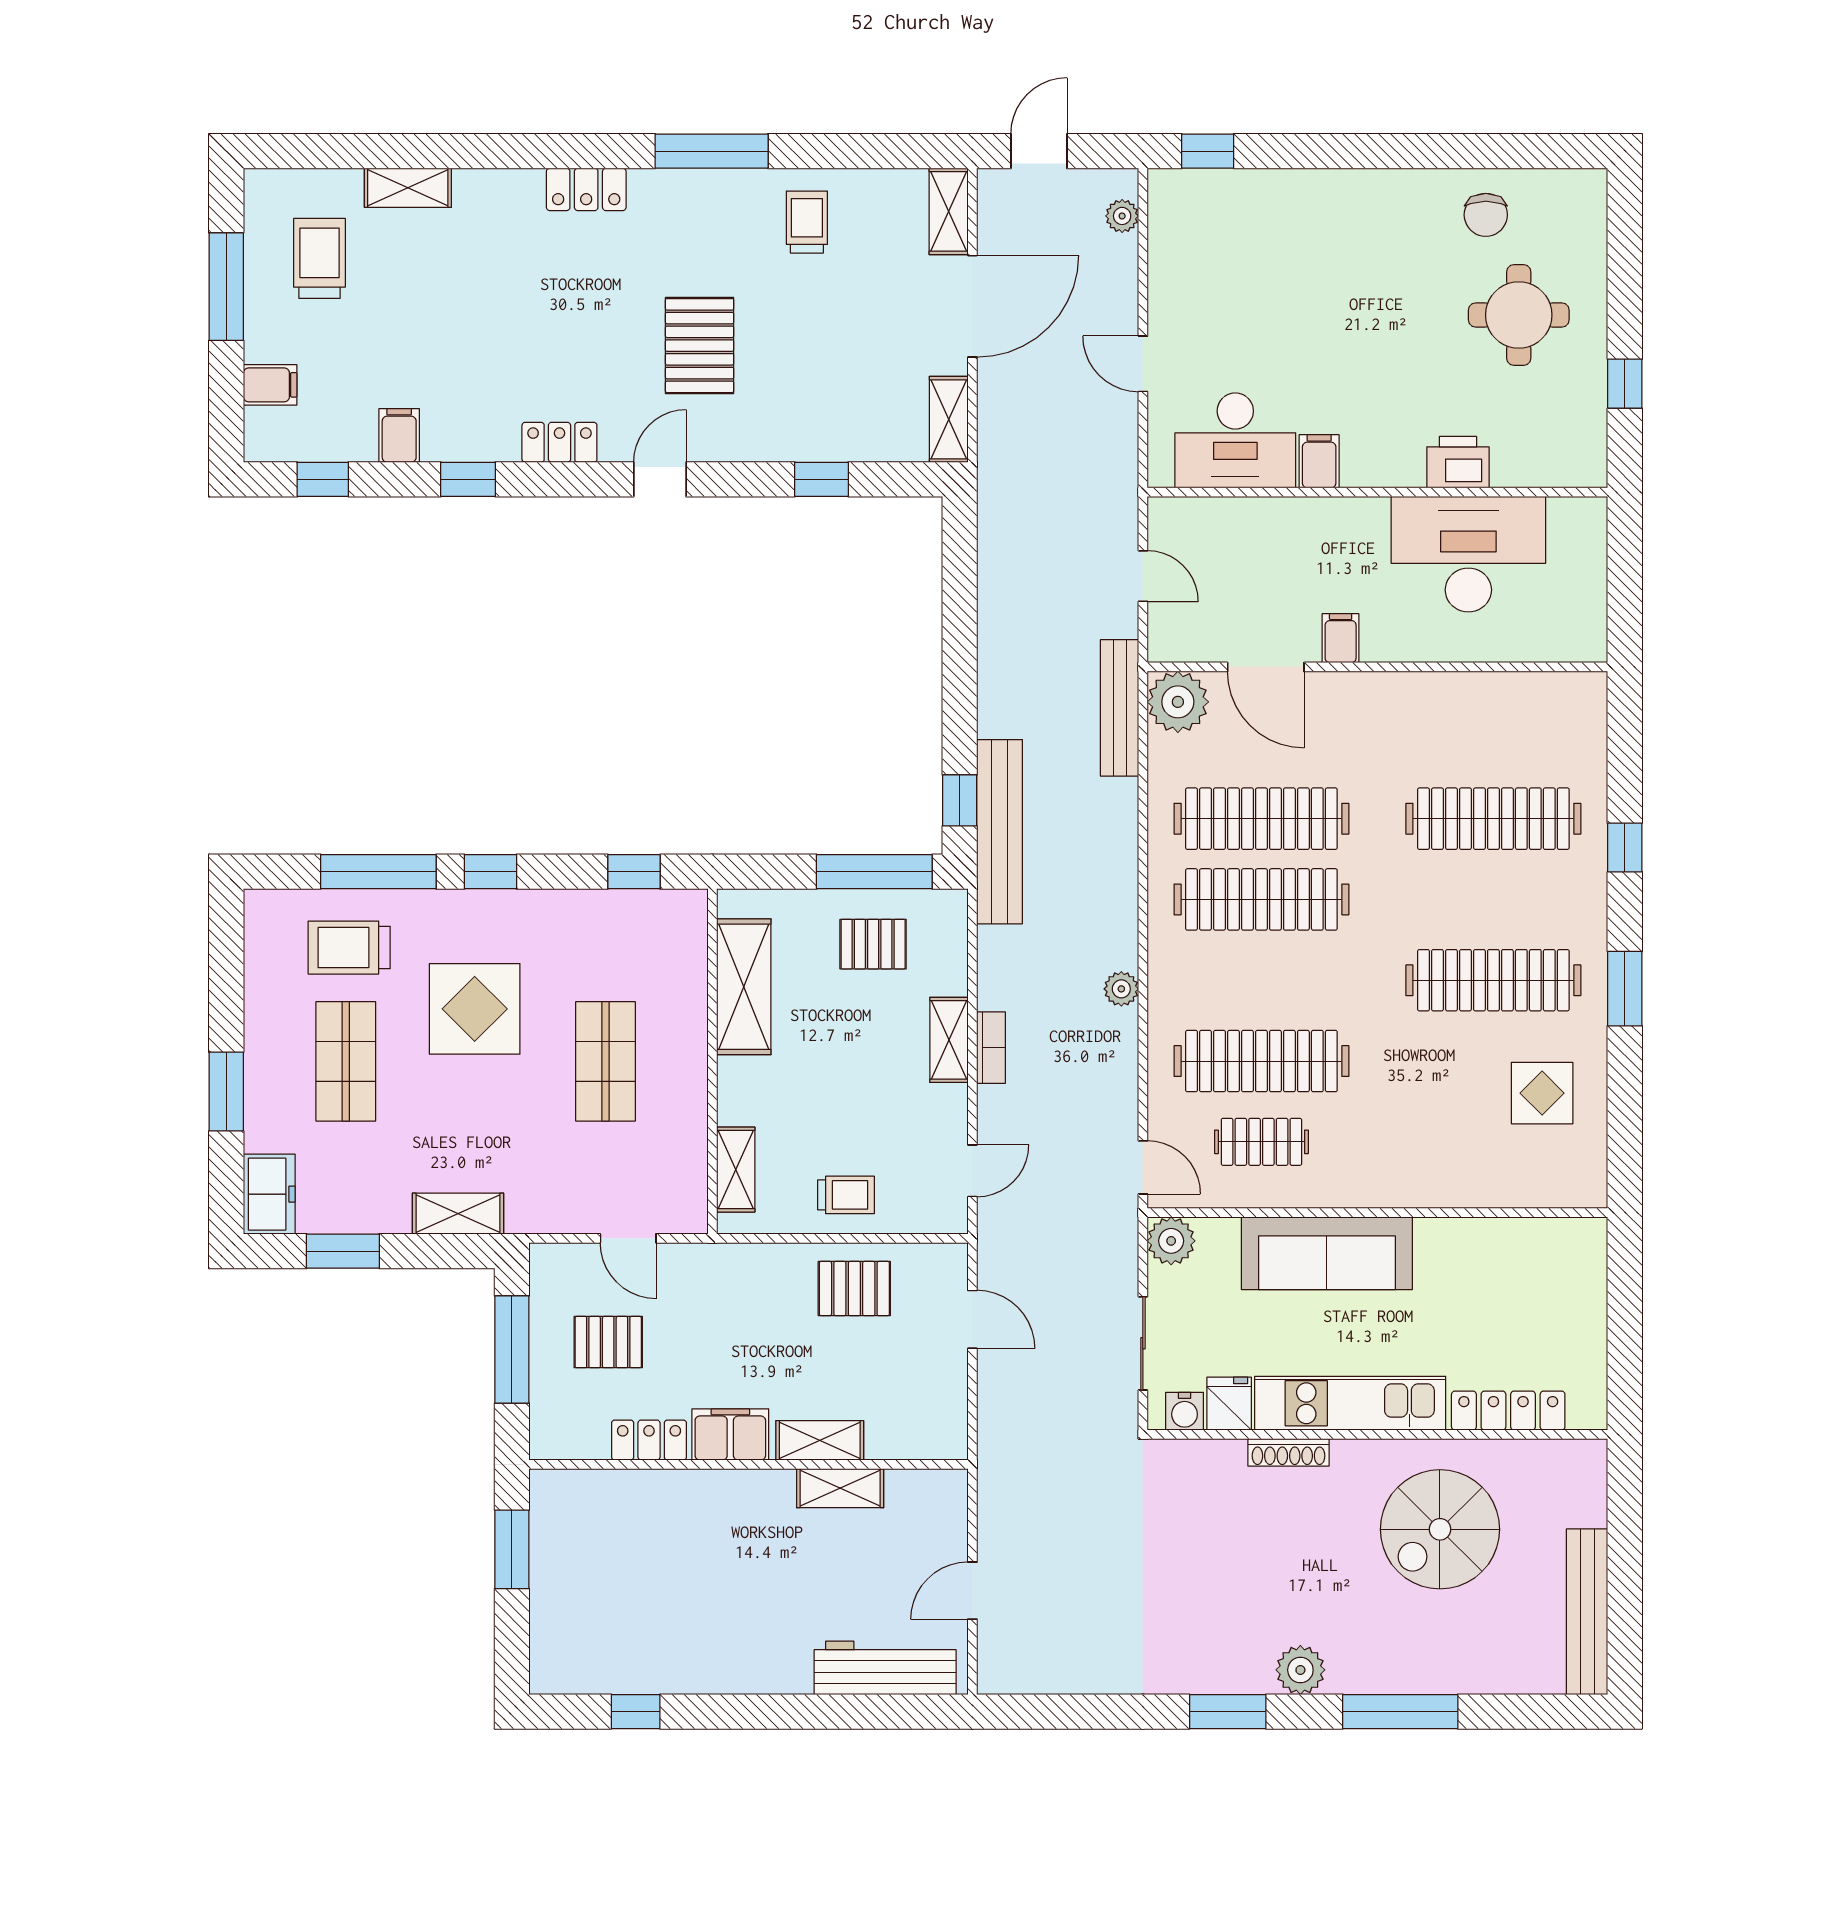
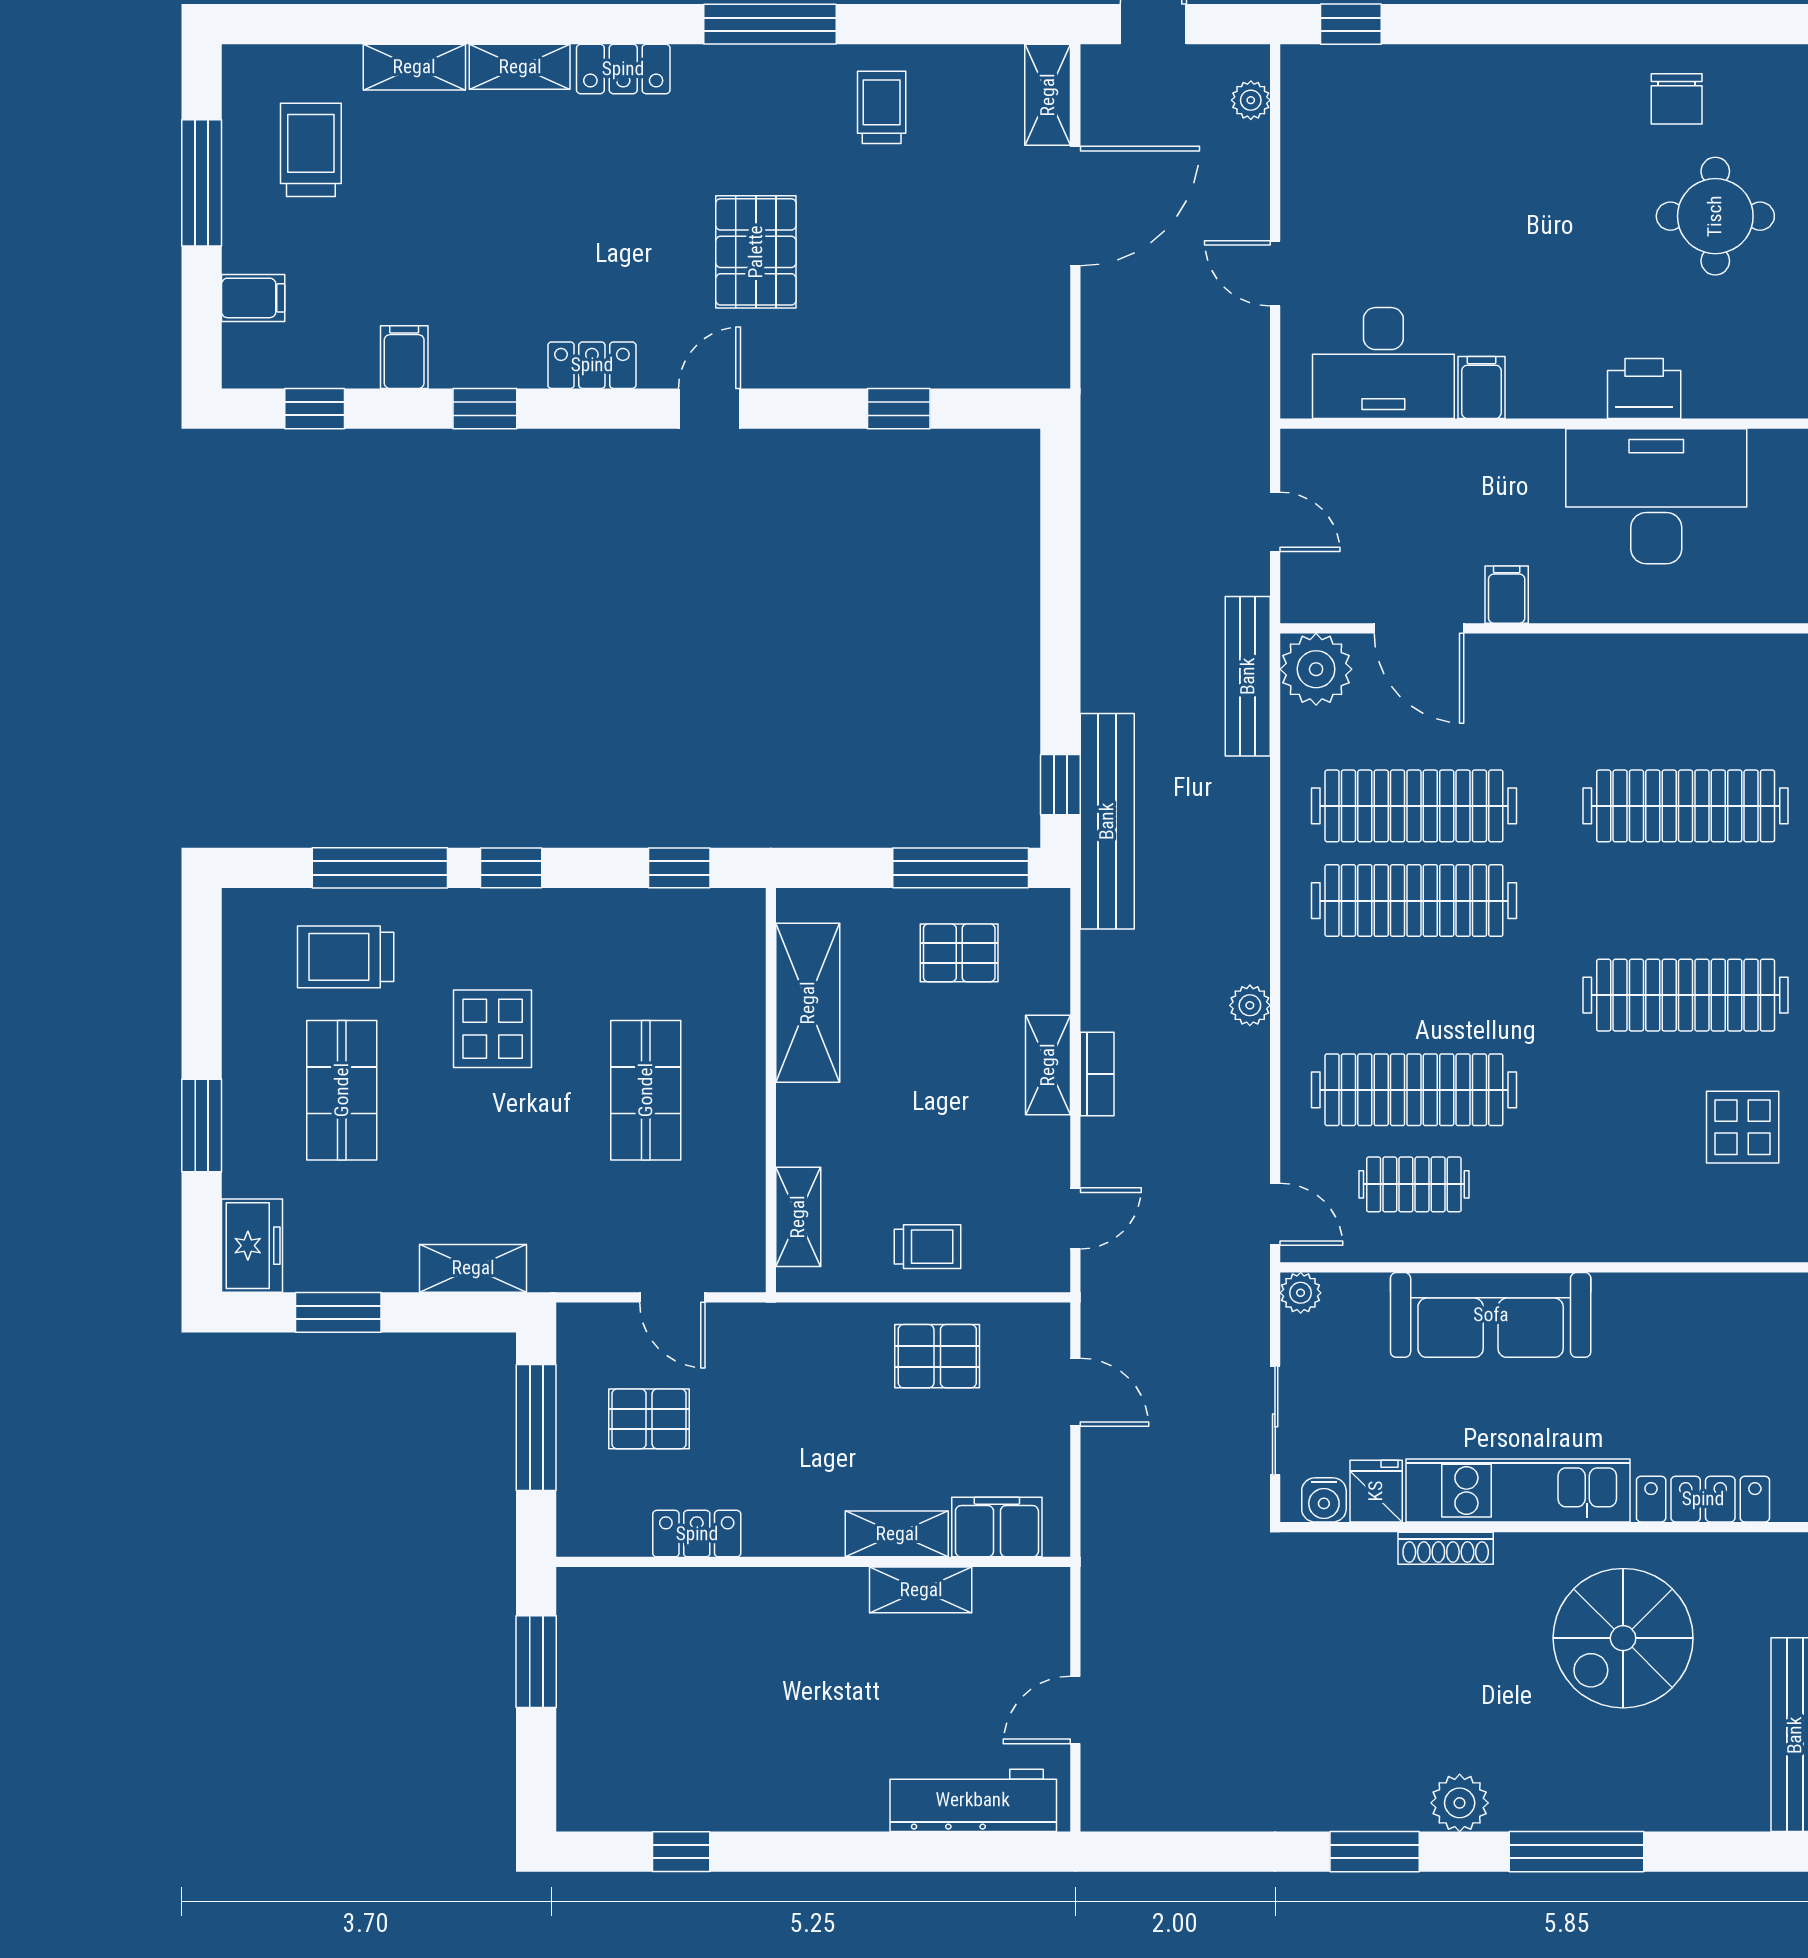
shelving: (949, 419) -> (520, 67), moved, turned 90
display table: (475, 1009) -> (493, 1029), width x0.73, depth x0.73
plant: (1171, 1241) -> (1301, 1293), width x0.73, depth x0.73
filing cabinet: (730, 1434) -> (997, 1527), moved

